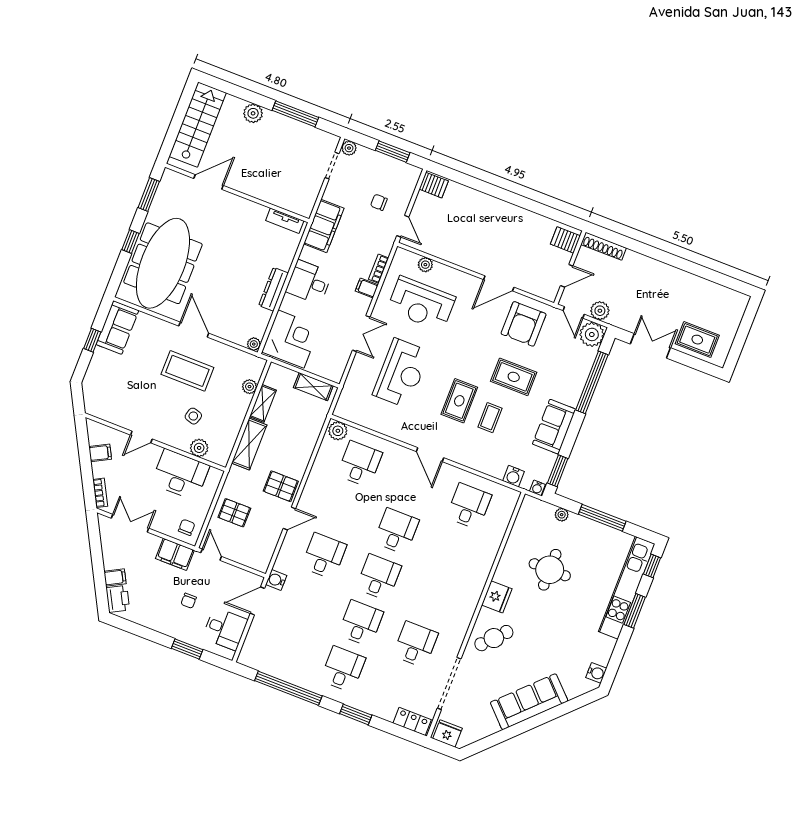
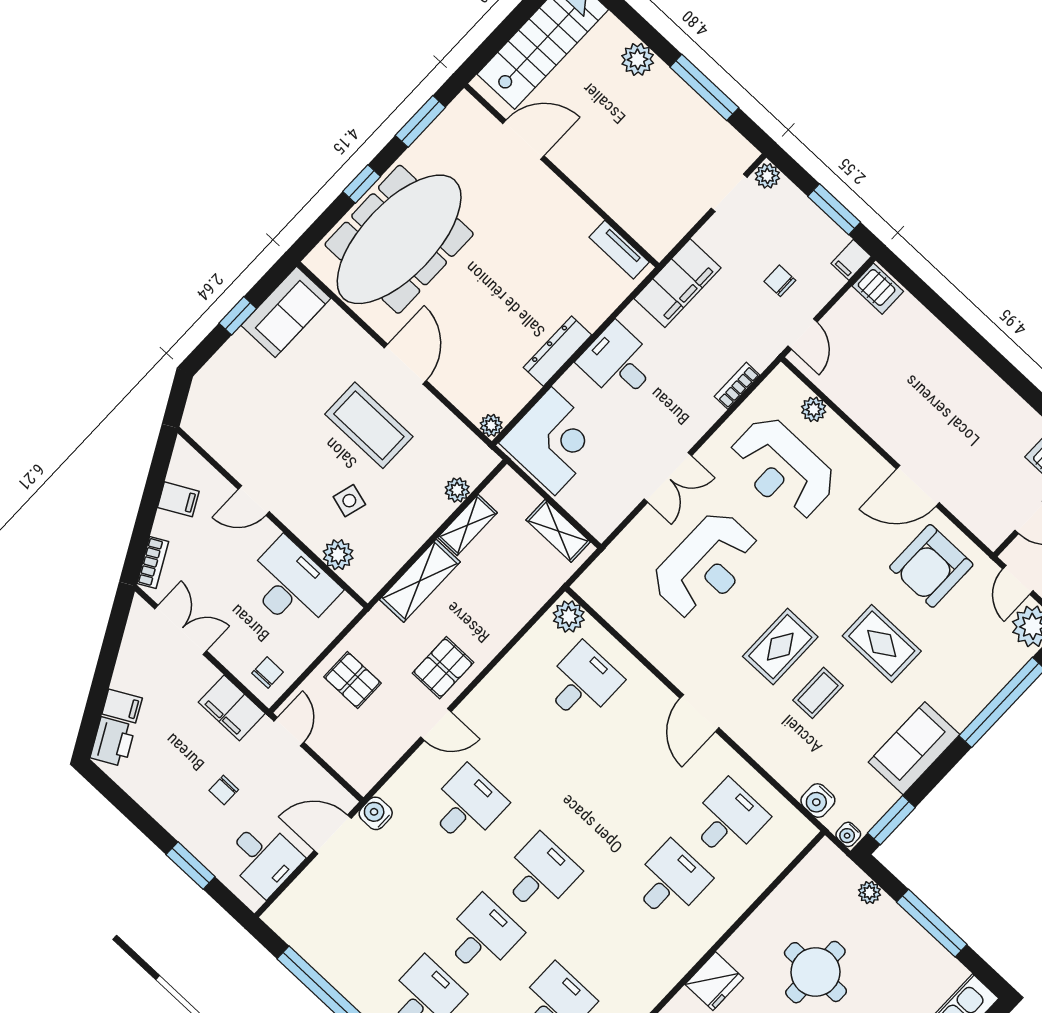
filing cabinet: (367, 288) -> (851, 260), moved, turned -90
pallet: (281, 486) -> (443, 668), turned 90
desk: (396, 531) -> (670, 881), moved

